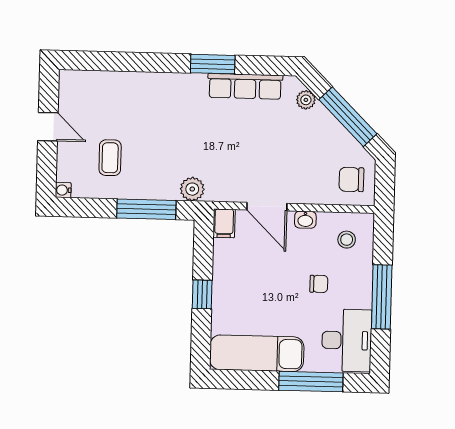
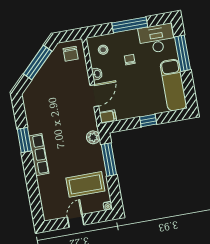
row of seats: (245, 86) -> (39, 155), moved
plant: (306, 100) -> (33, 87), removed
coffee table: (110, 158) -> (85, 184), width x1.86, depth x1.72

